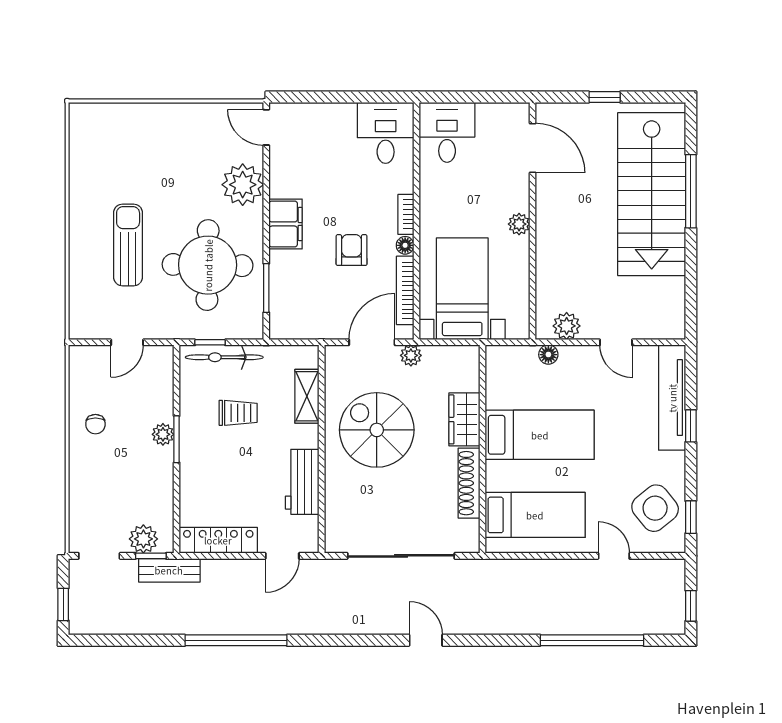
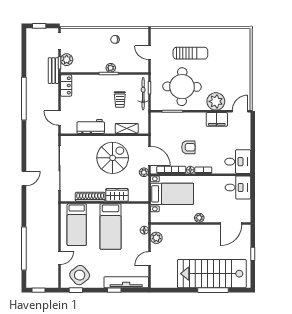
filing cabinet: (286, 224) -> (217, 119), moved
locker: (218, 540) -> (66, 85), width x0.66

